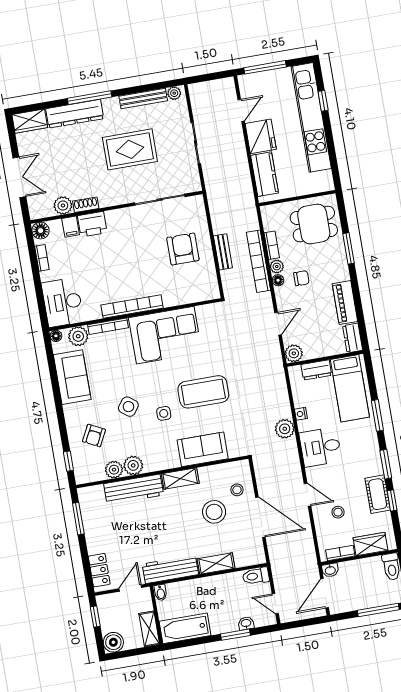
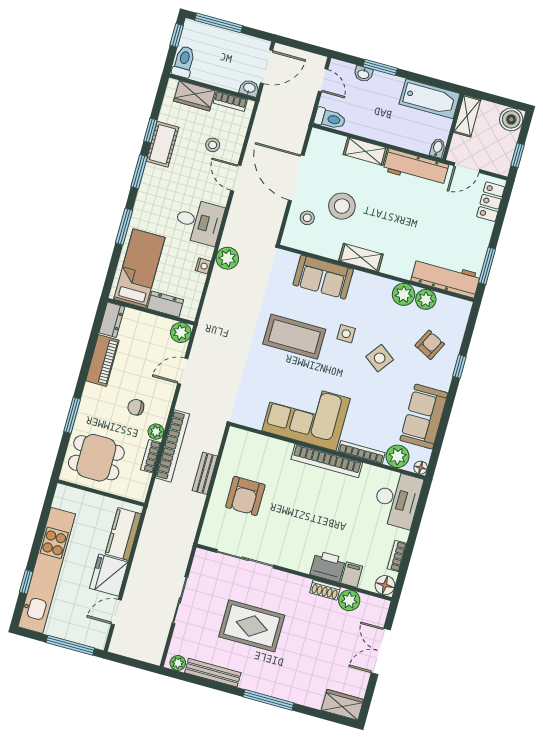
dresser: (75, 114) -> (292, 690), removed
floor lamp: (278, 280) -> (161, 417), removed
window: (68, 461) -> (459, 366), moved
workbench: (134, 489) -> (446, 278), moved

